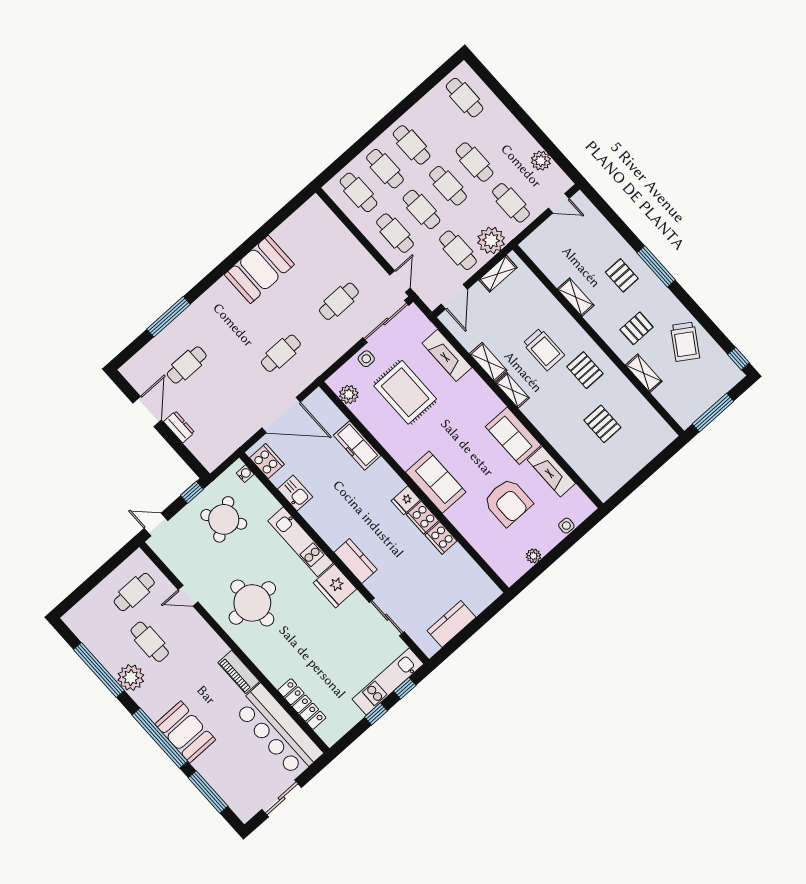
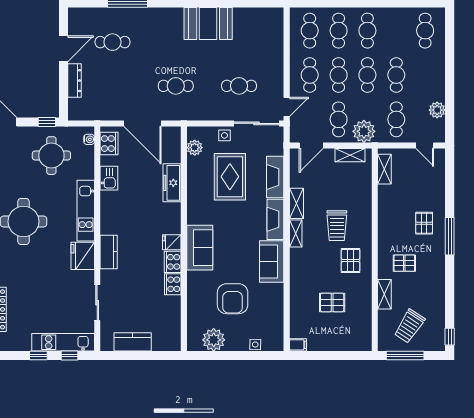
shelving: (576, 297) -> (384, 169), moved
trolley: (685, 342) -> (409, 326), moved
pallet: (602, 424) -> (332, 302), turned 90
dresser: (179, 427) -> (74, 81), width x1.44
fireplace: (551, 472) -> (275, 219), moved
filing cabinet: (606, 491) -> (298, 345), added
round table: (224, 519) -> (51, 156), turned 34
plant: (533, 556) -> (214, 340), width x1.88, depth x1.88

